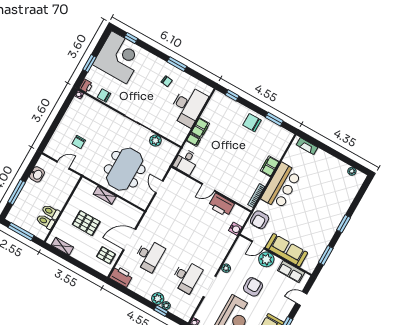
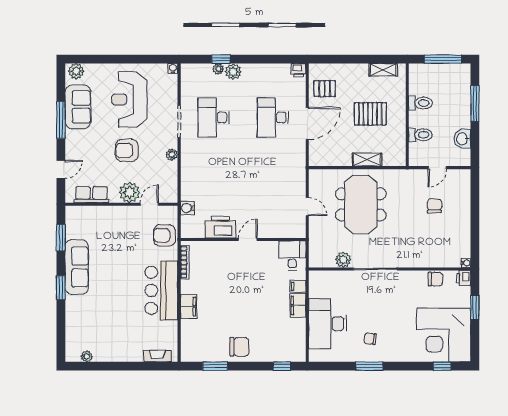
armchair: (260, 220) -> (164, 235), turned -90
toilet: (45, 222) -> (420, 135), moved
sofa: (287, 250) -> (77, 267), moved, turned -90
printer: (121, 276) -> (299, 70), width x0.53, depth x0.68
armchair: (253, 287) -> (127, 150), turned 90

